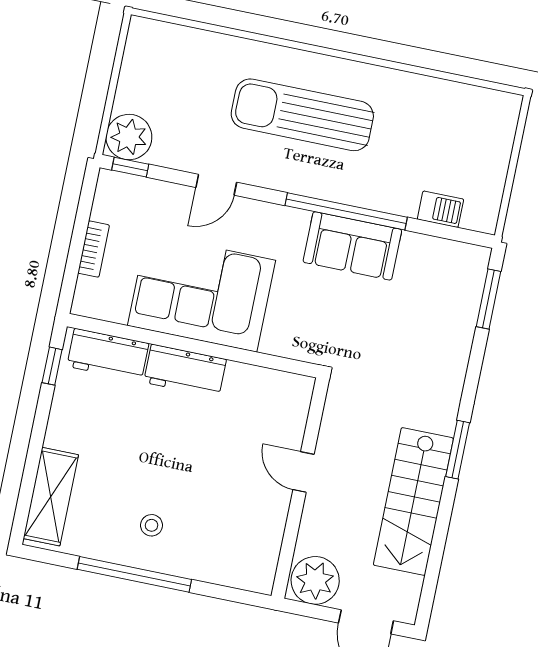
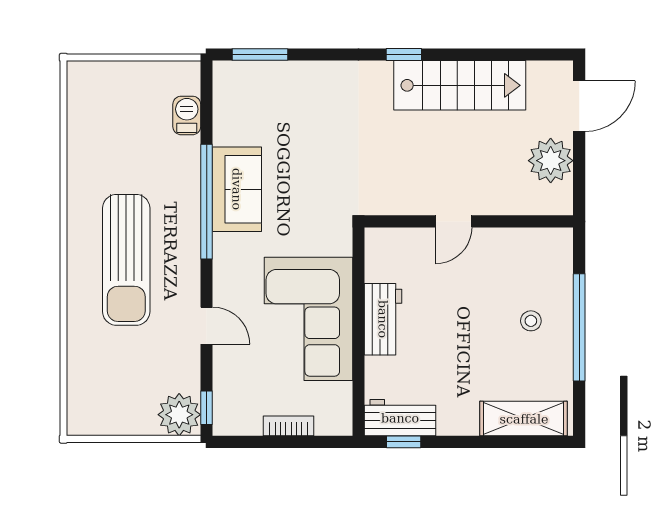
workbench: (108, 355) -> (400, 418), moved, turned -90
window: (458, 450) -> (404, 55), width x0.67
door: (303, 472) -> (453, 221), moved
wall: (300, 488) -> (469, 221), moved

